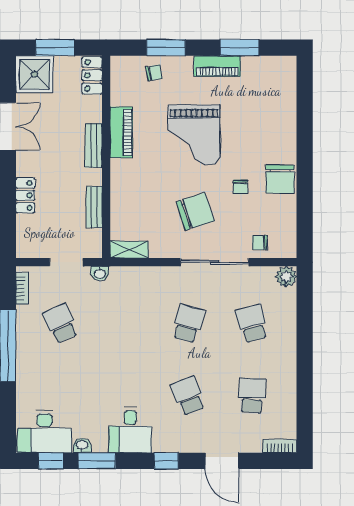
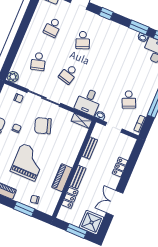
locker: (92, 75) -> (70, 198), moved
desk: (130, 430) -> (88, 102), moved, turned 180

